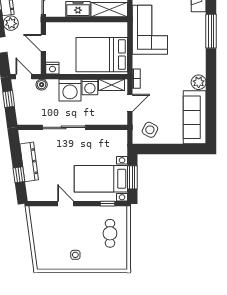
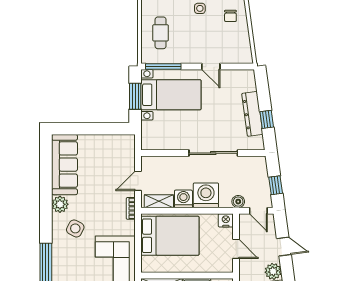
side table: (150, 130) -> (75, 228), moved
window: (19, 175) -> (267, 119), moved
window: (108, 204) -> (163, 67), width x2.17
chair: (48, 248) -> (230, 16), added

